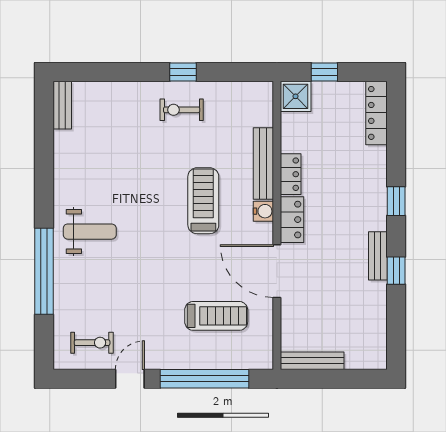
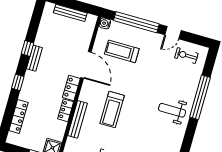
locker: (376, 113) -> (18, 117), moved
water cooler: (263, 211) -> (105, 23), moved
bench: (312, 361) -> (70, 13), moved

